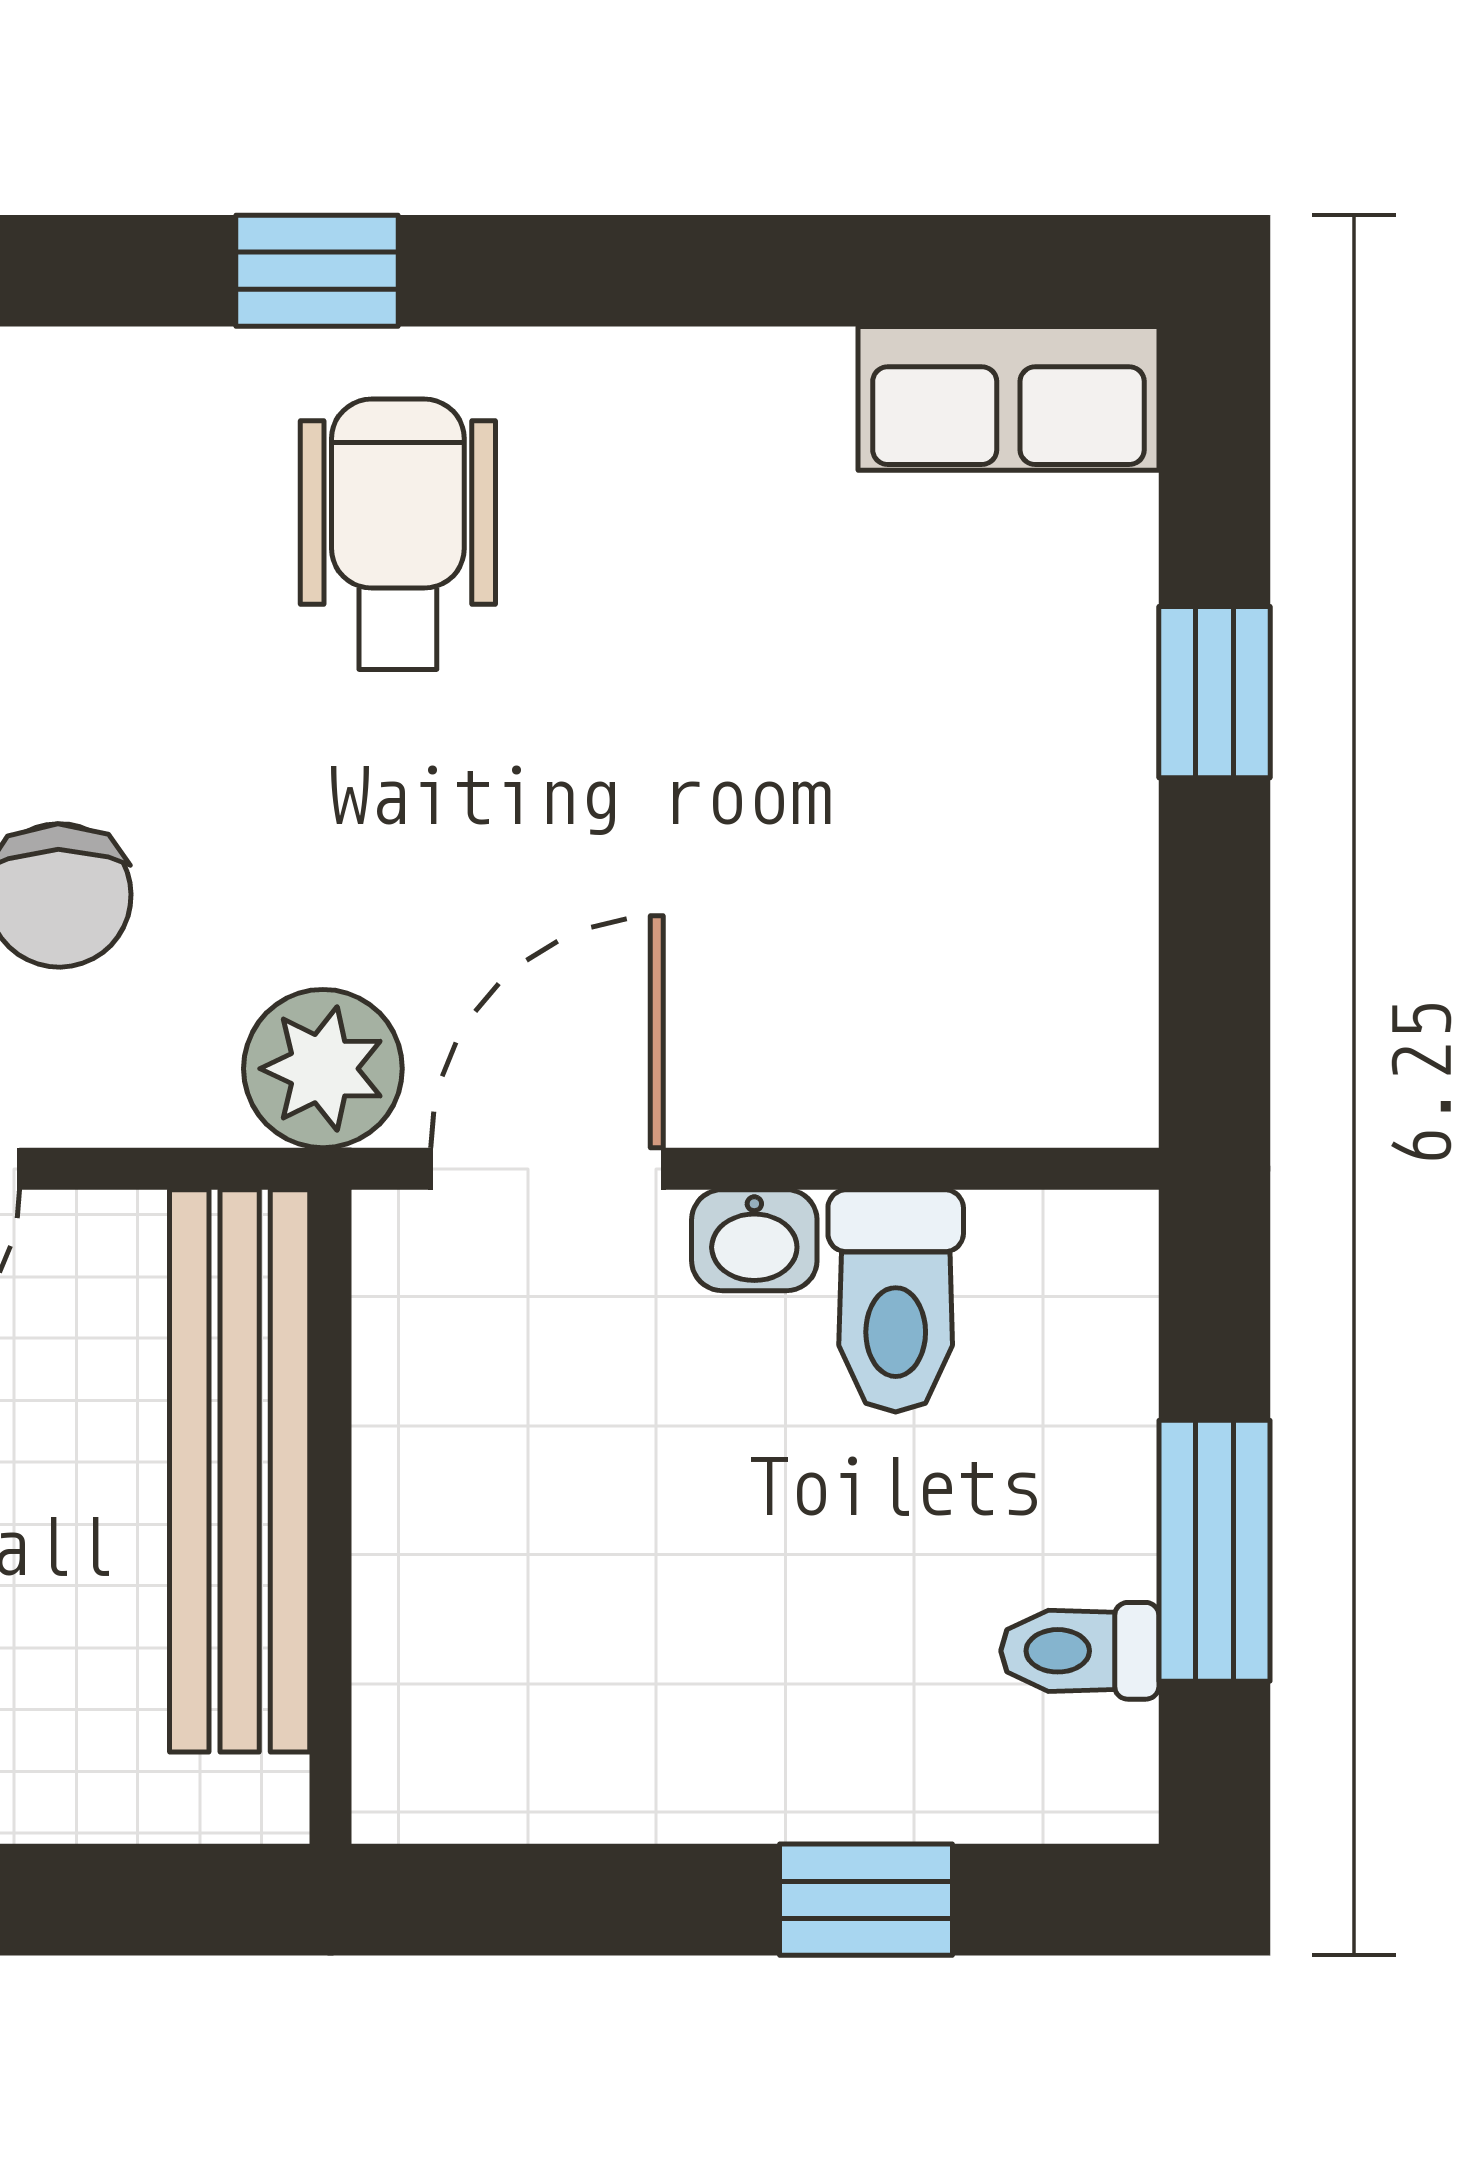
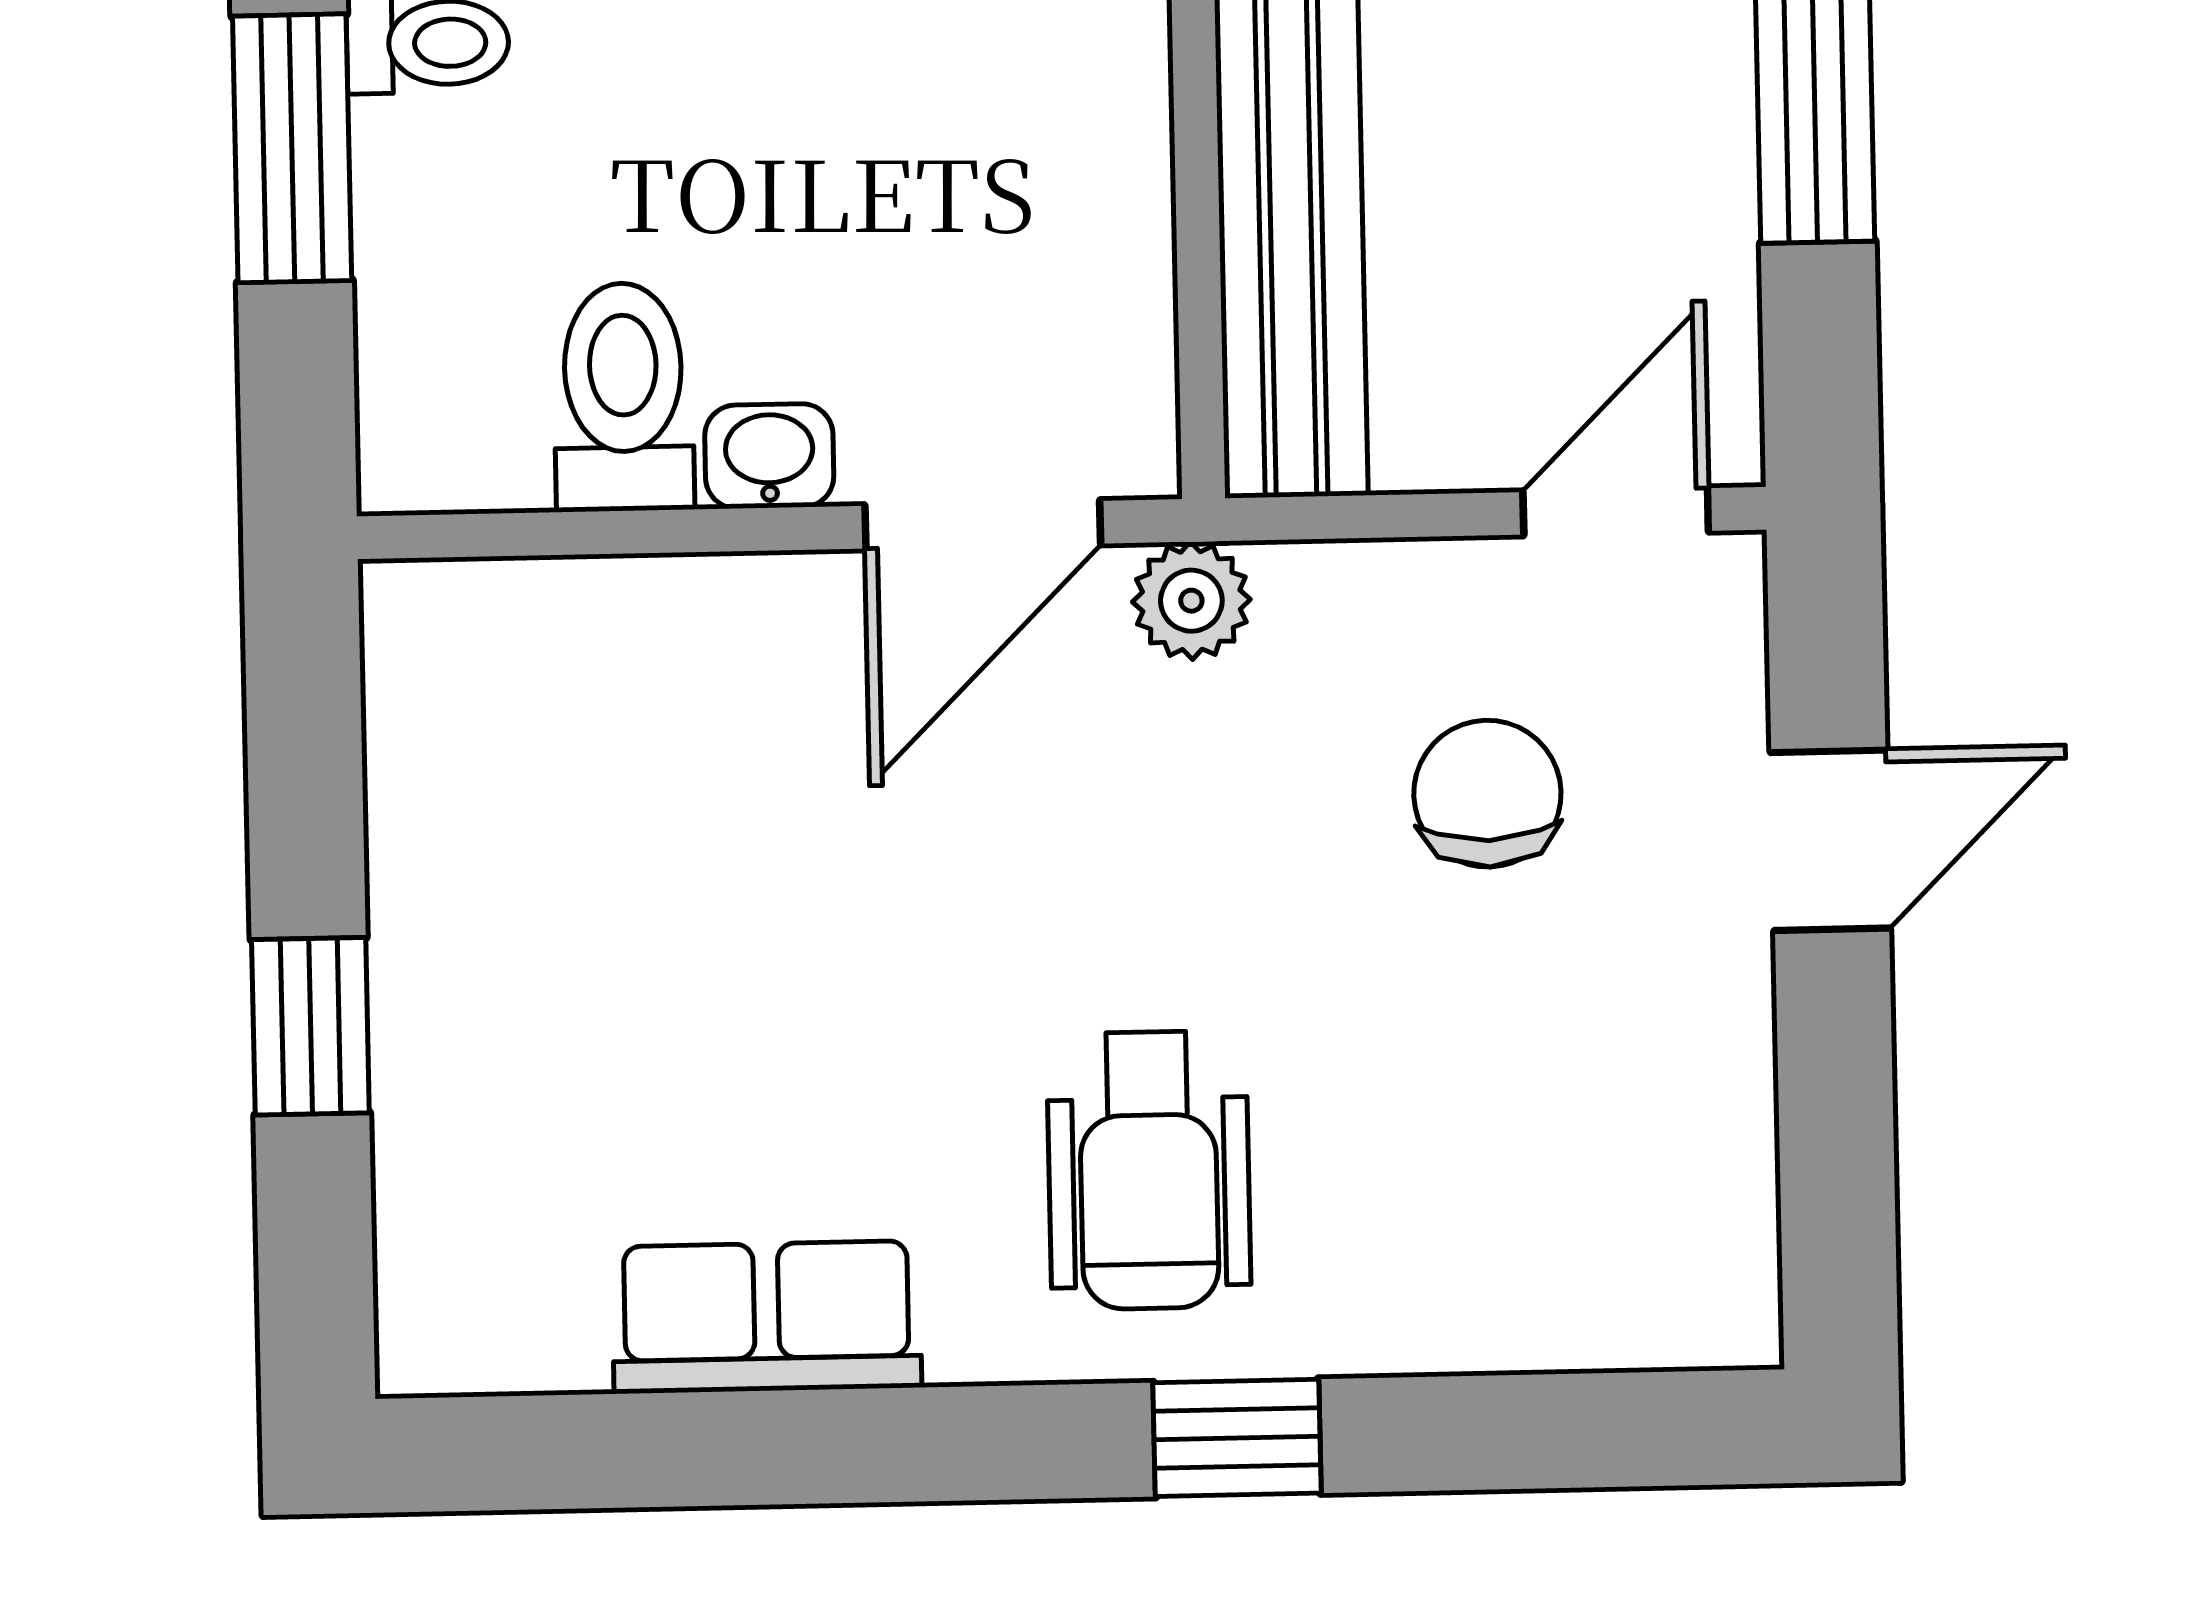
row of seats: (1008, 398) -> (766, 1317), moved
plant: (323, 1069) -> (1191, 601), width x0.73, depth x0.73

